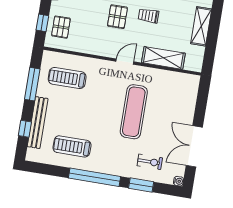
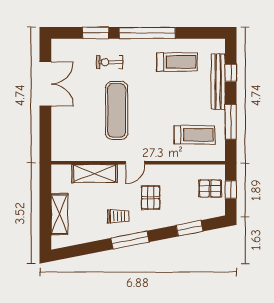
pallet: (117, 17) -> (151, 198), moved
pallet: (61, 27) -> (210, 188), turned 90
exercise bike: (150, 162) -> (110, 62), moved
water cooler: (178, 181) -> (56, 44), removed

